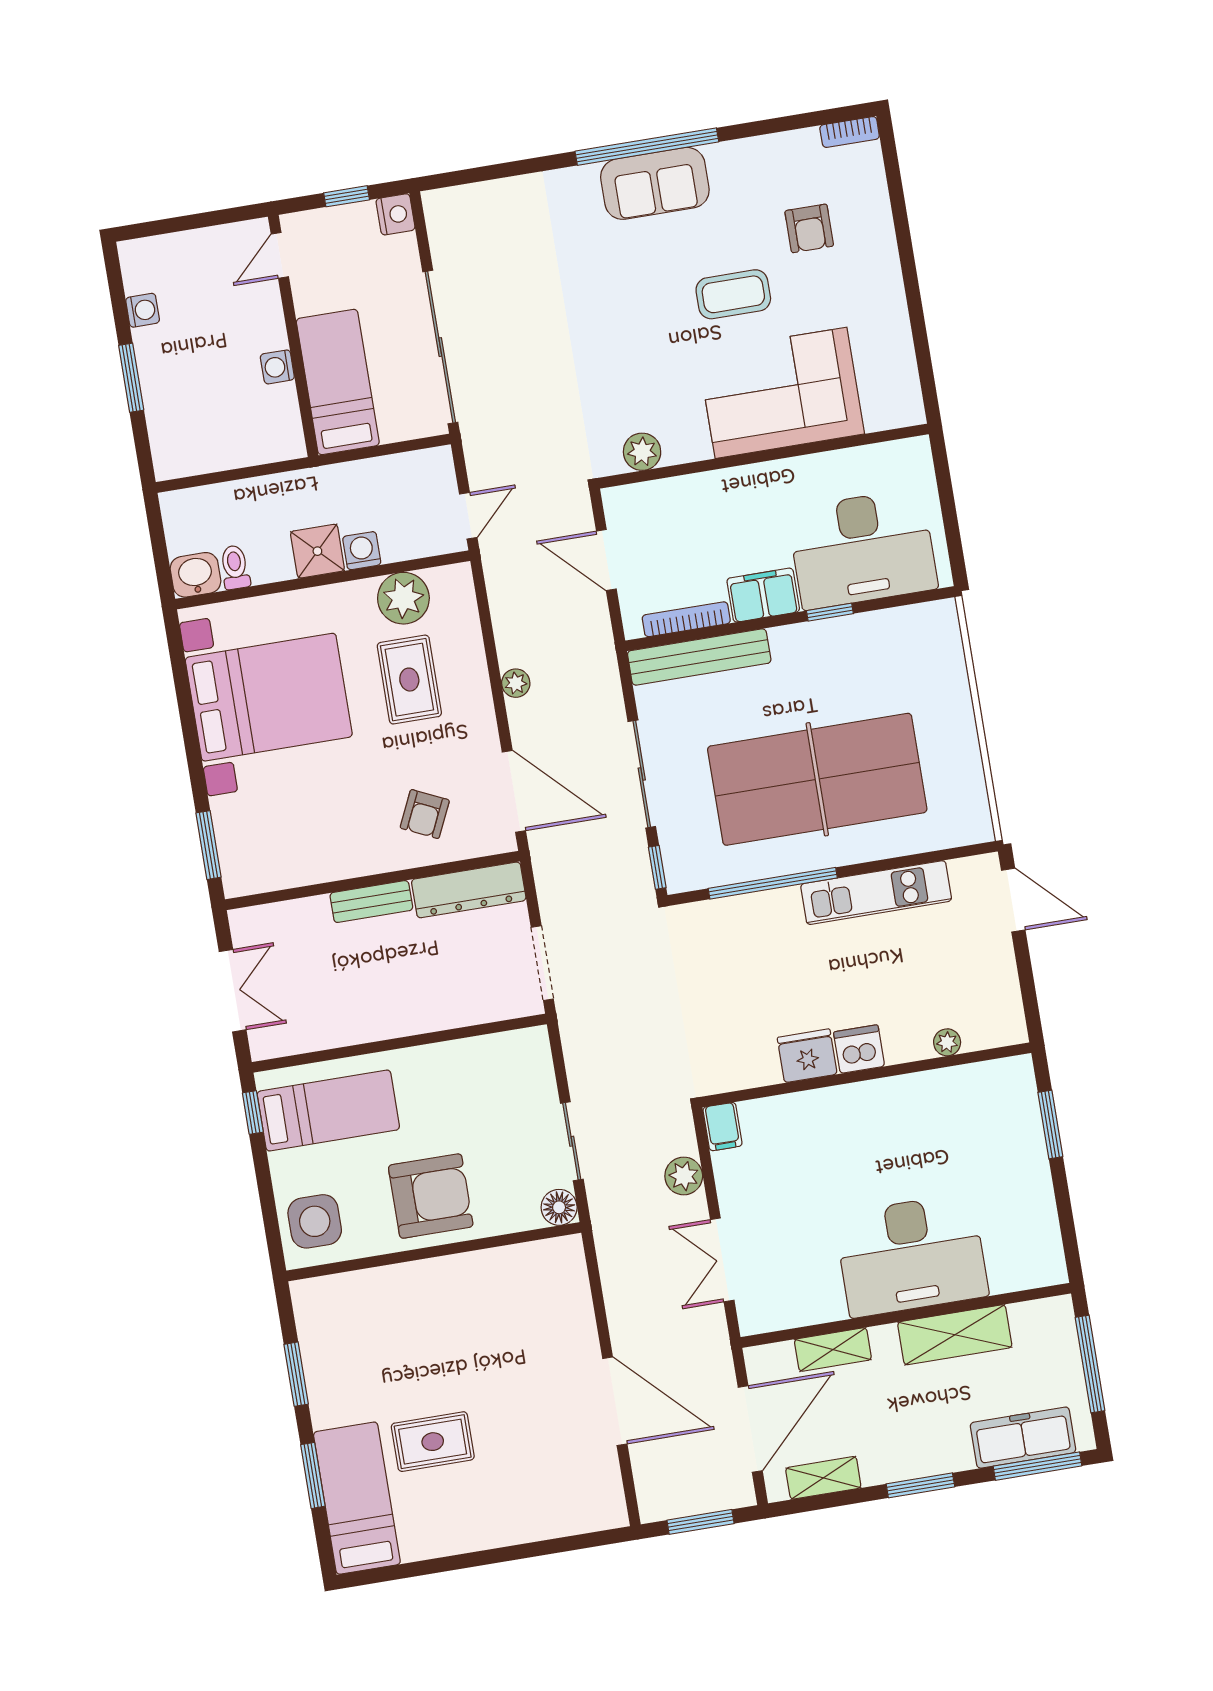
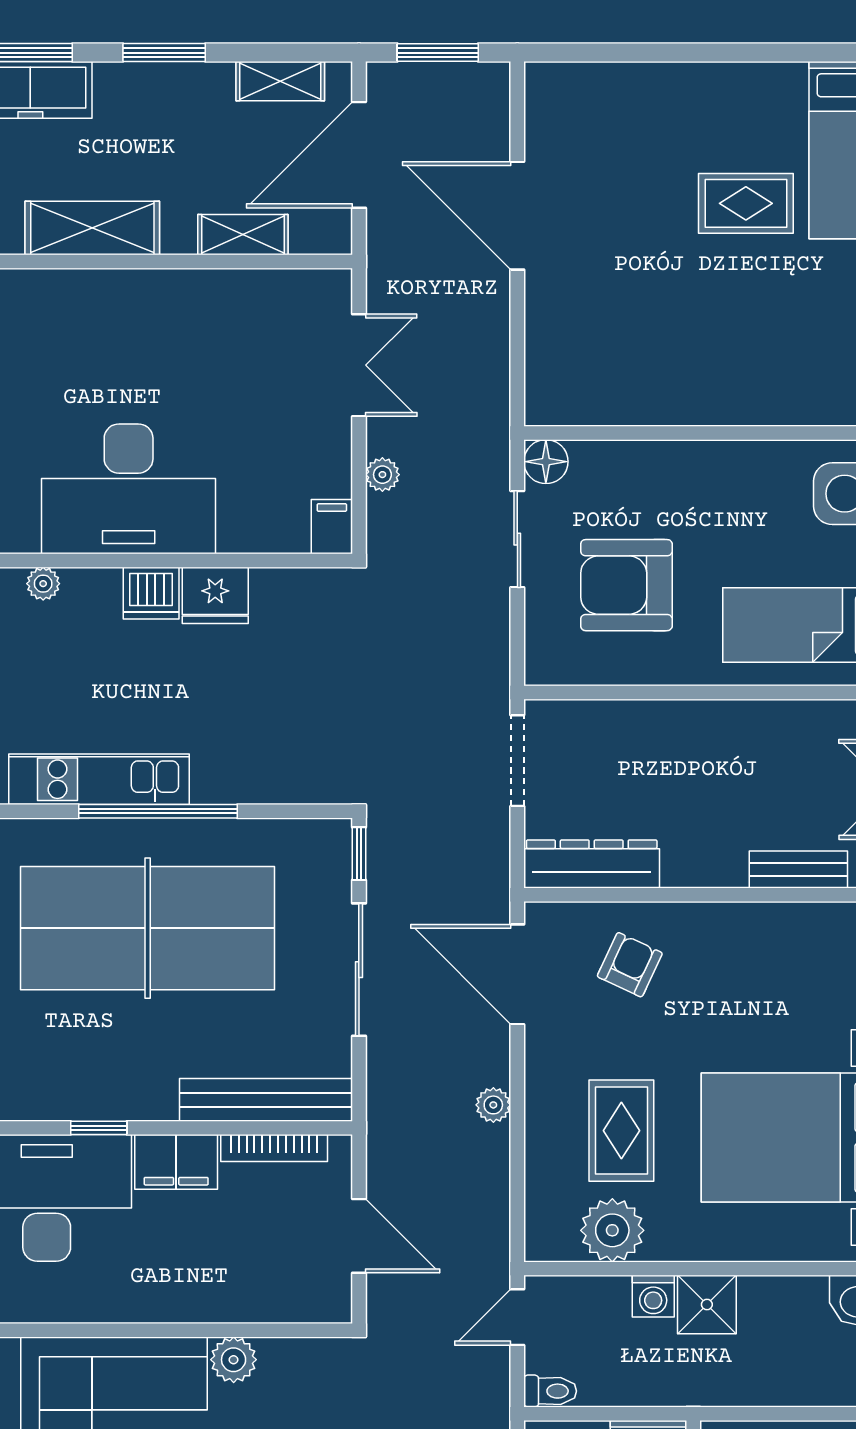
plant: (642, 452) -> (234, 1360), moved
toilet: (235, 567) -> (550, 1391), moved, turned -90
window: (773, 883) -> (158, 811), moved
bench: (371, 902) -> (798, 869), moved
plant: (684, 1176) -> (382, 475), width x0.73, depth x0.73
armchair: (431, 1196) -> (626, 585), moved
desk: (911, 1255) -> (129, 489), moved, turned 180

